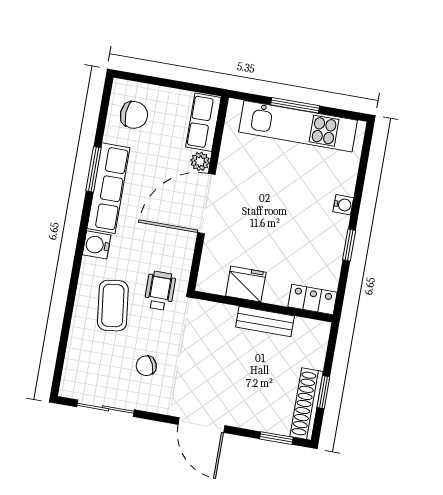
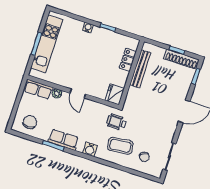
row of seats: (108, 188) -> (63, 140), width x0.68
door: (206, 204) -> (78, 93), width x0.53
fridge: (246, 284) -> (115, 94), moved
locker: (312, 299) -> (128, 60), moved
bench: (265, 322) -> (140, 69), width x1.36
chair: (146, 366) -> (144, 157), moved

